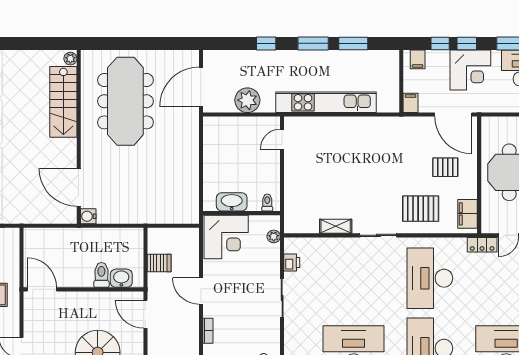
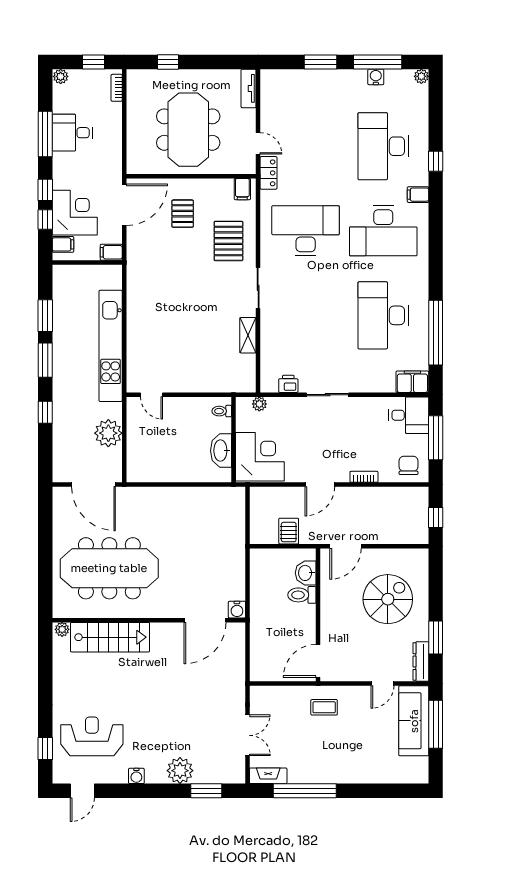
corner desk: (470, 70) -> (75, 213), moved
filing cabinet: (468, 214) -> (242, 189), width x0.50
desk: (430, 278) -> (306, 231), turned 180

